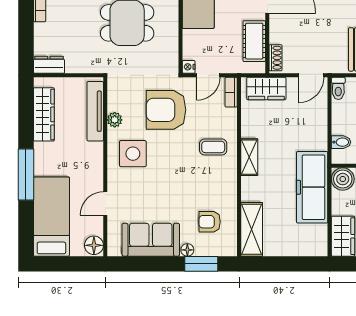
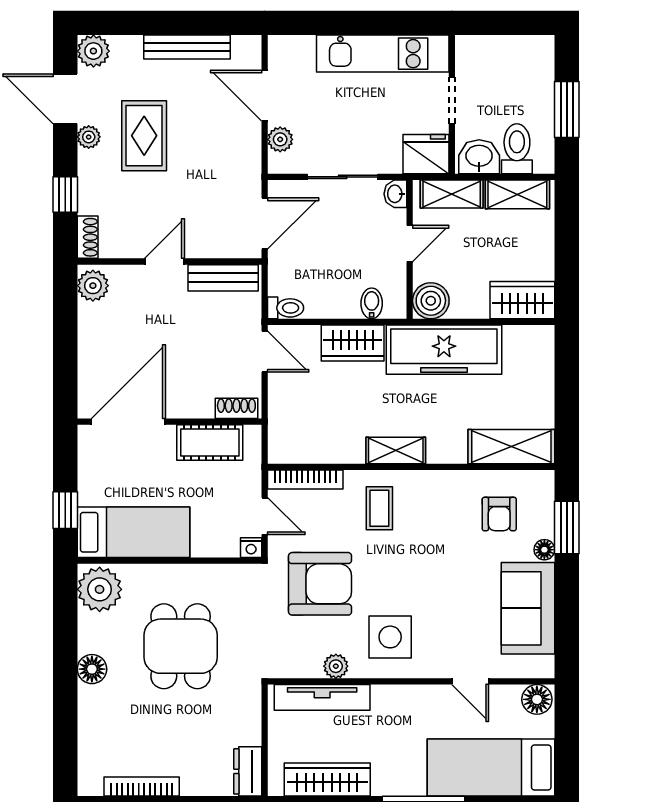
wardrobe: (266, 89) -> (353, 343), moved, turned 90
bookcase: (231, 92) -> (305, 480), width x1.56
armchair: (166, 110) -> (320, 584), turned -90

